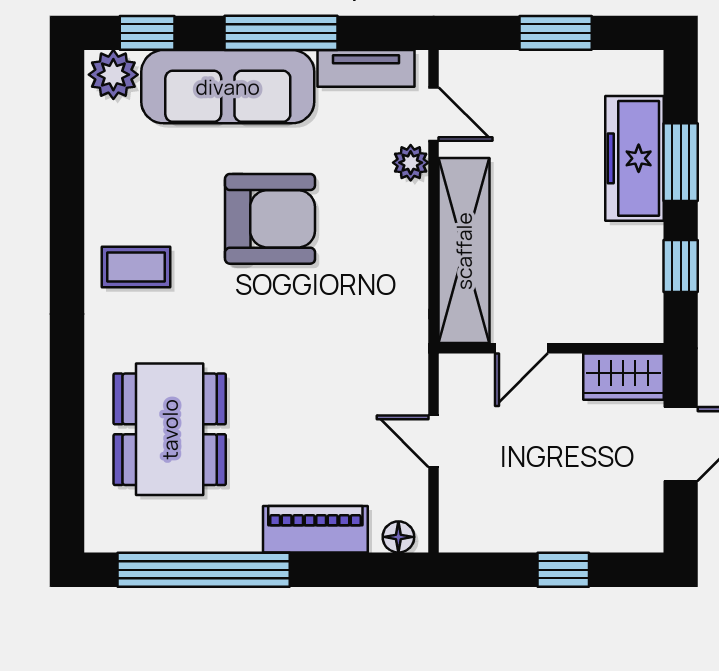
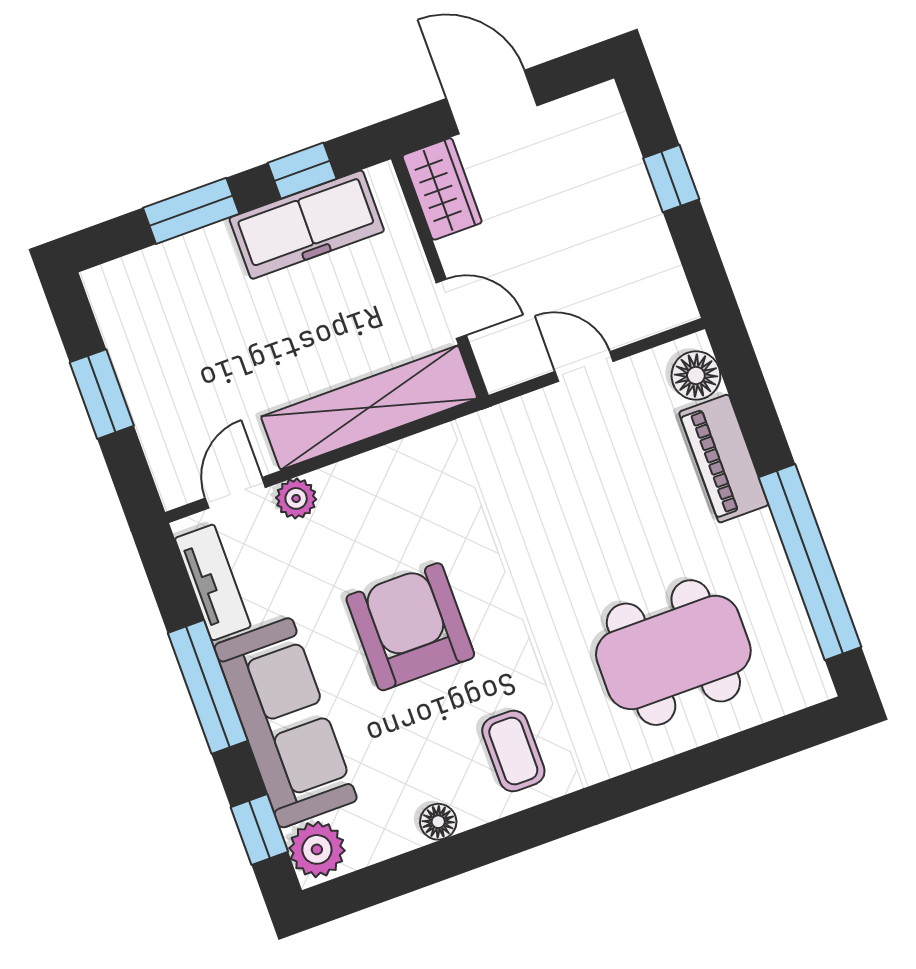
freezer: (635, 158) -> (307, 225), moved
floor lamp: (100, 183) -> (438, 822), added
door: (434, 441) -> (584, 366), swing flipped
floor lamp: (398, 537) -> (696, 375), width x1.37, depth x1.37

